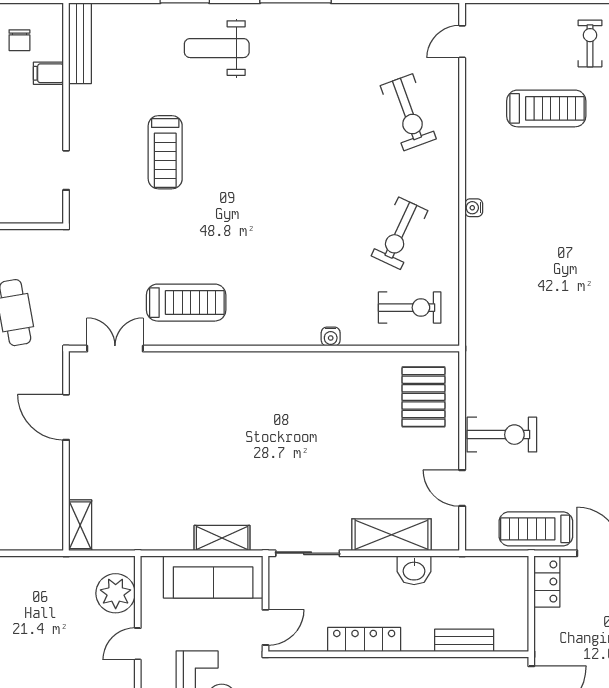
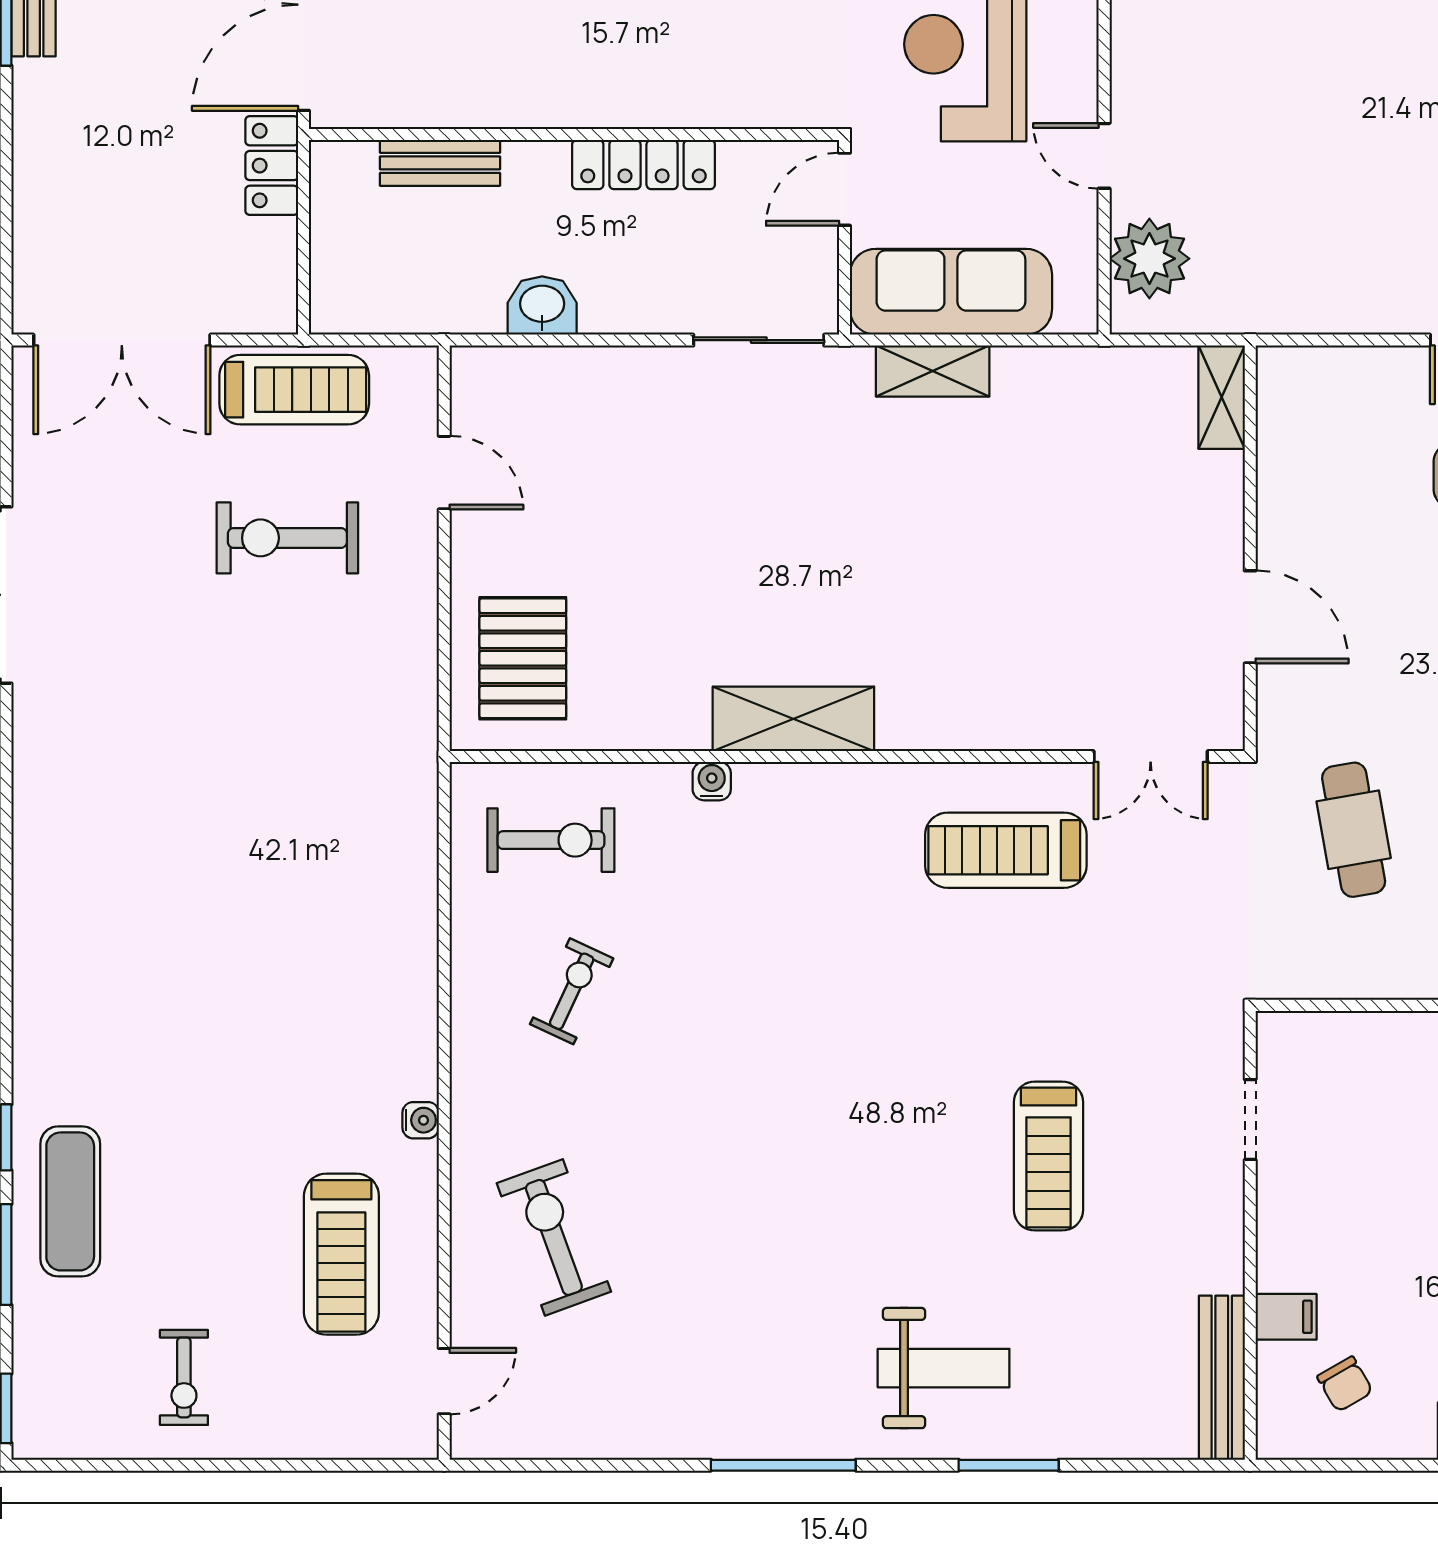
chair: (19, 40) -> (1345, 1384), turned 150
treadmill: (546, 108) -> (341, 1254), moved, turned -90
treadmill: (165, 152) -> (1048, 1156), turned 180
water cooler: (474, 208) -> (421, 1120), moved
exercise bike: (400, 233) -> (572, 991), width x0.73, depth x0.72
exercise bike: (410, 308) -> (551, 840), turned 180
exercise bike: (502, 435) -> (287, 538), moved
shelving: (391, 535) -> (793, 719), moved
locker: (547, 582) -> (272, 166), moved
door: (138, 644) -> (1104, 156), swing flipped

